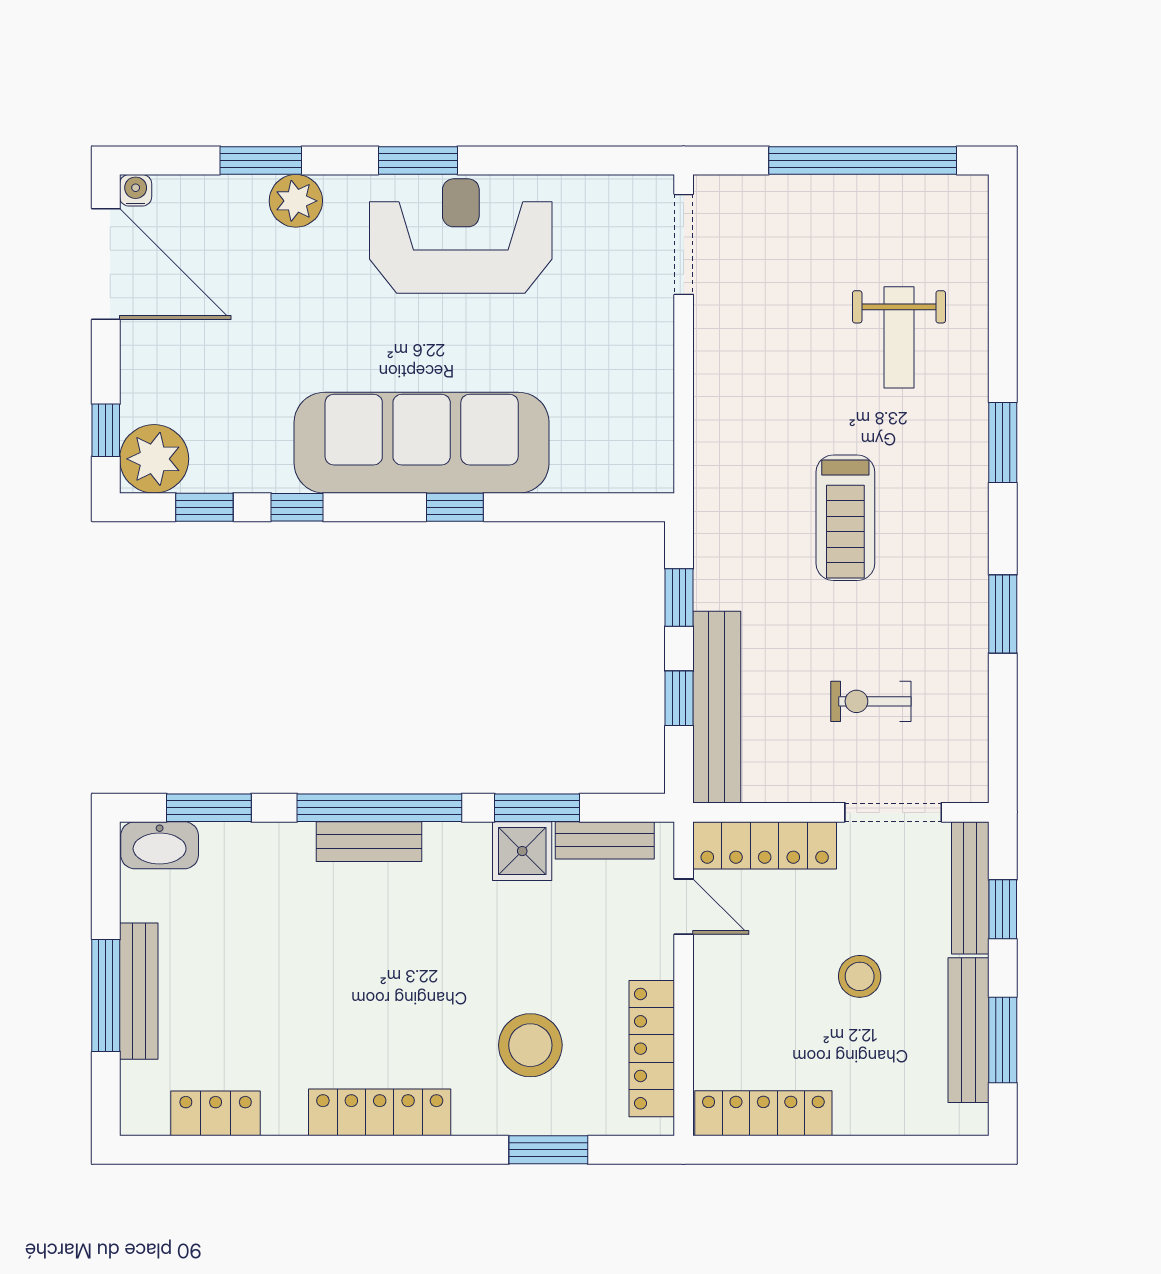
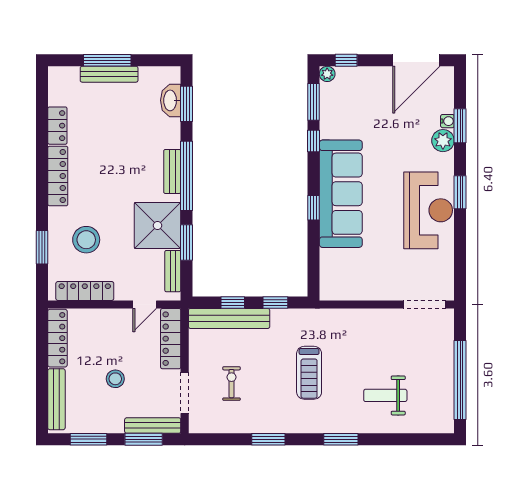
water cooler: (136, 190) -> (447, 121), moved
plant: (154, 459) -> (327, 74), width x0.53, depth x0.53
window: (204, 507) -> (314, 102), width x1.50
treadmill: (845, 518) -> (309, 373), turned -90
washbasin: (160, 845) -> (171, 100), moved
shower: (522, 851) -> (157, 225), width x1.86, depth x1.86
window: (1003, 909) -> (144, 439), width x1.50
bench: (969, 1030) -> (56, 399), moved, turned 90
locker: (216, 1113) -> (57, 126), moved

